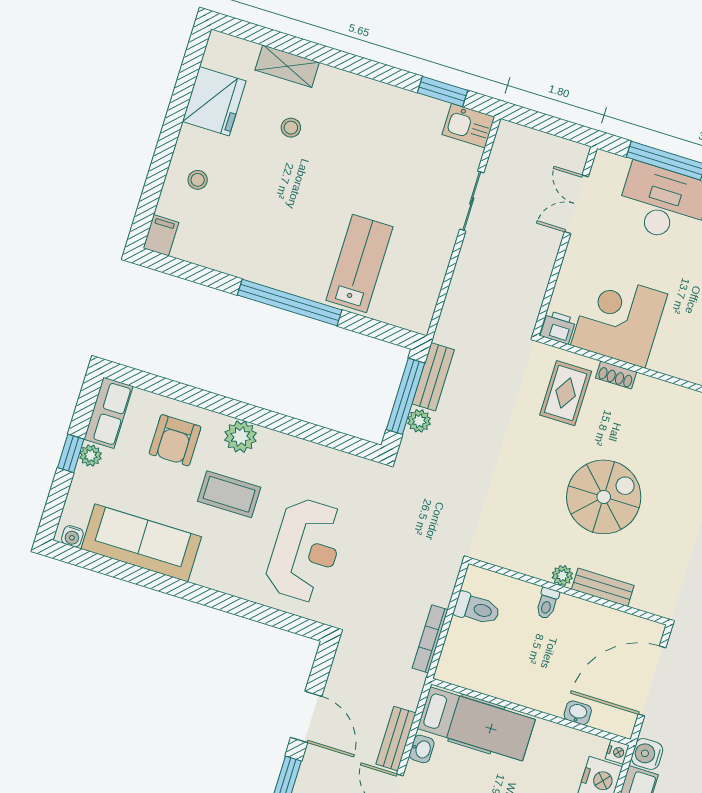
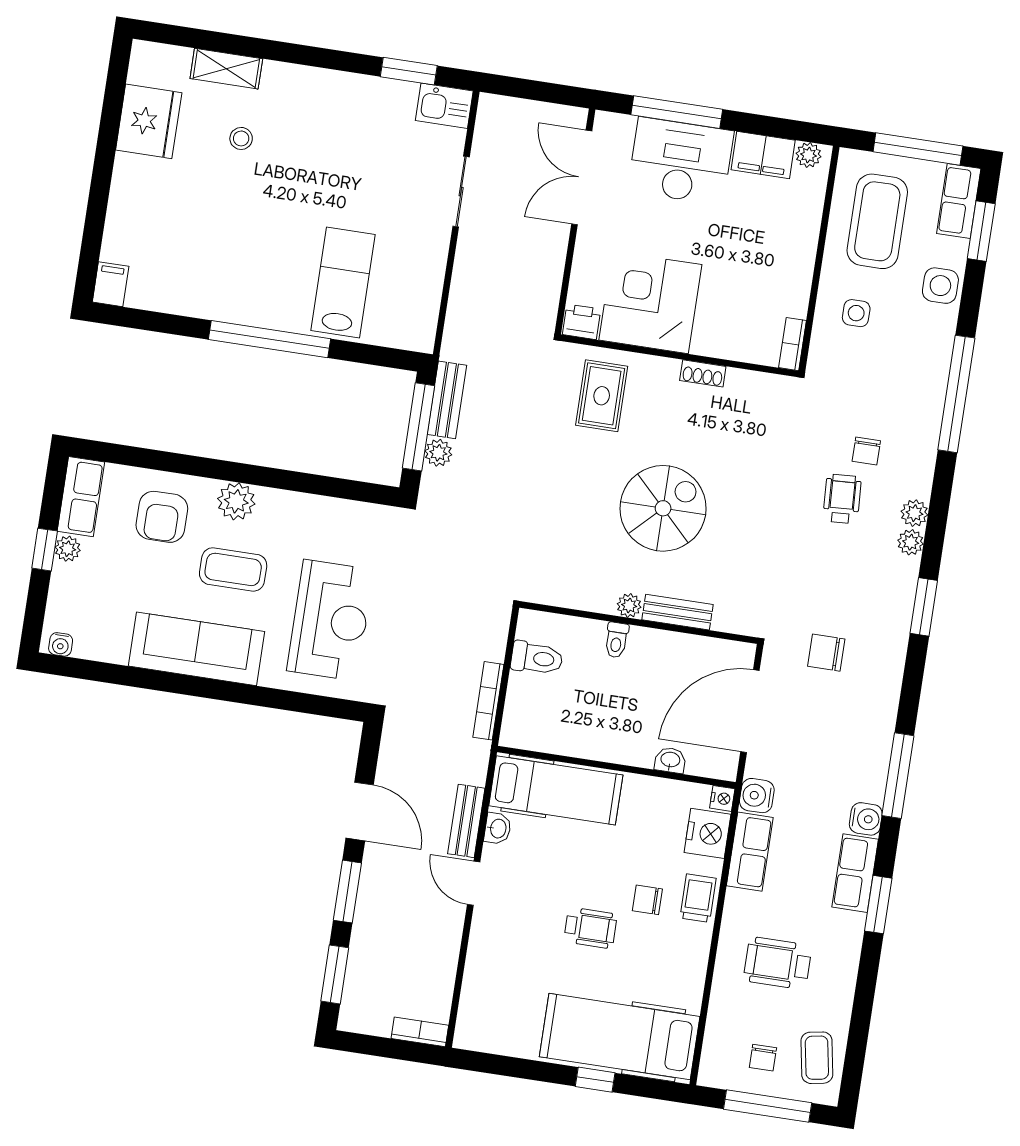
stool: (198, 180) -> (143, 214), removed
double door: (576, 204) -> (582, 177), width x1.37
shoe rack: (616, 375) -> (703, 373), moved
sofa: (141, 543) -> (197, 649), moved

